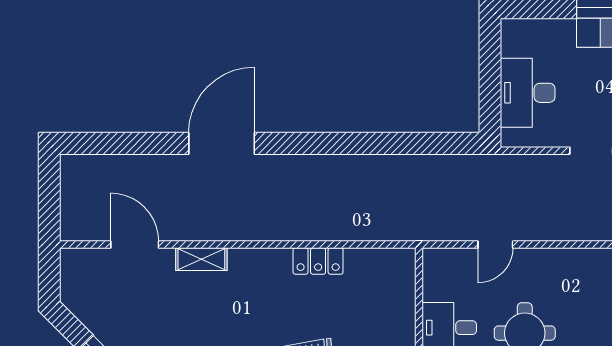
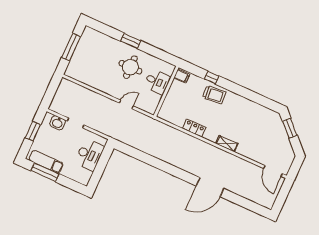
door: (135, 245) -> (273, 171), moved
shelving: (201, 259) -> (227, 144), moved

